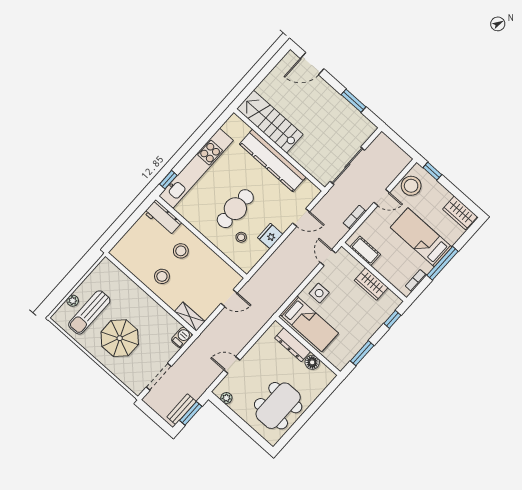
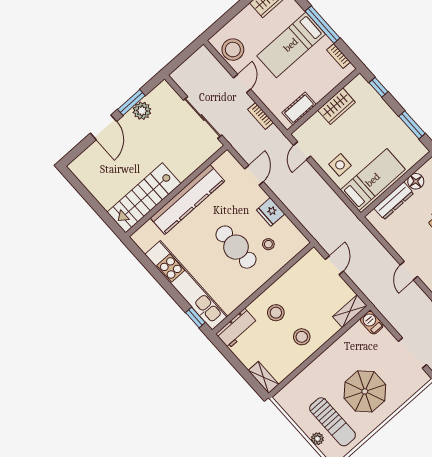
door: (312, 64) -> (104, 127), moved
plant: (347, 111) -> (142, 111), added
window: (432, 171) -> (219, 24), removed
shelving: (122, 246) -> (263, 377), added
door: (328, 258) -> (302, 151), hinge flipped

